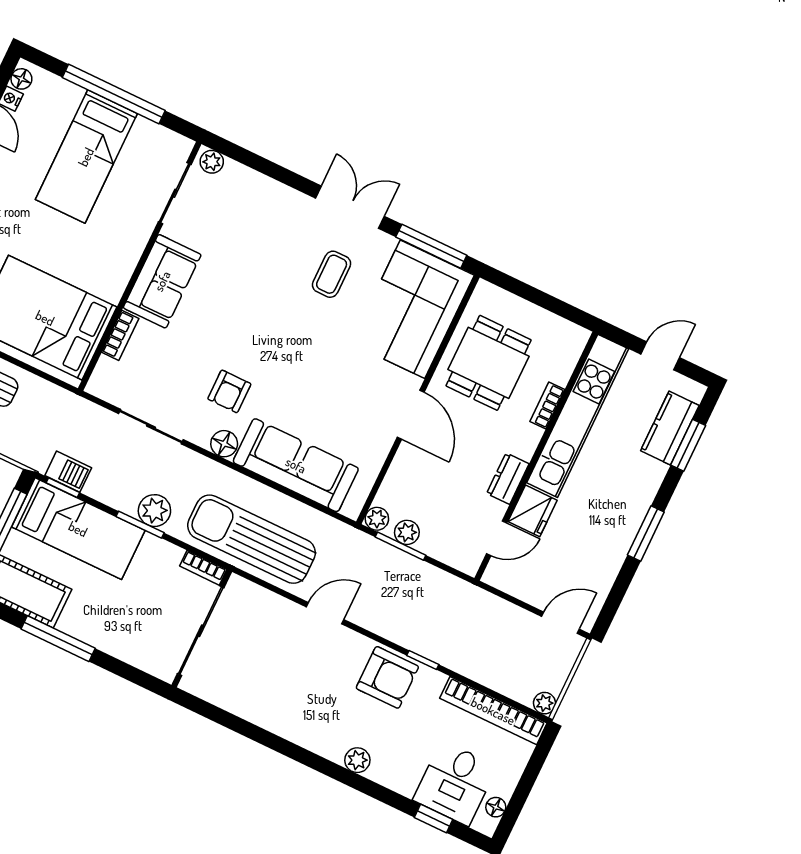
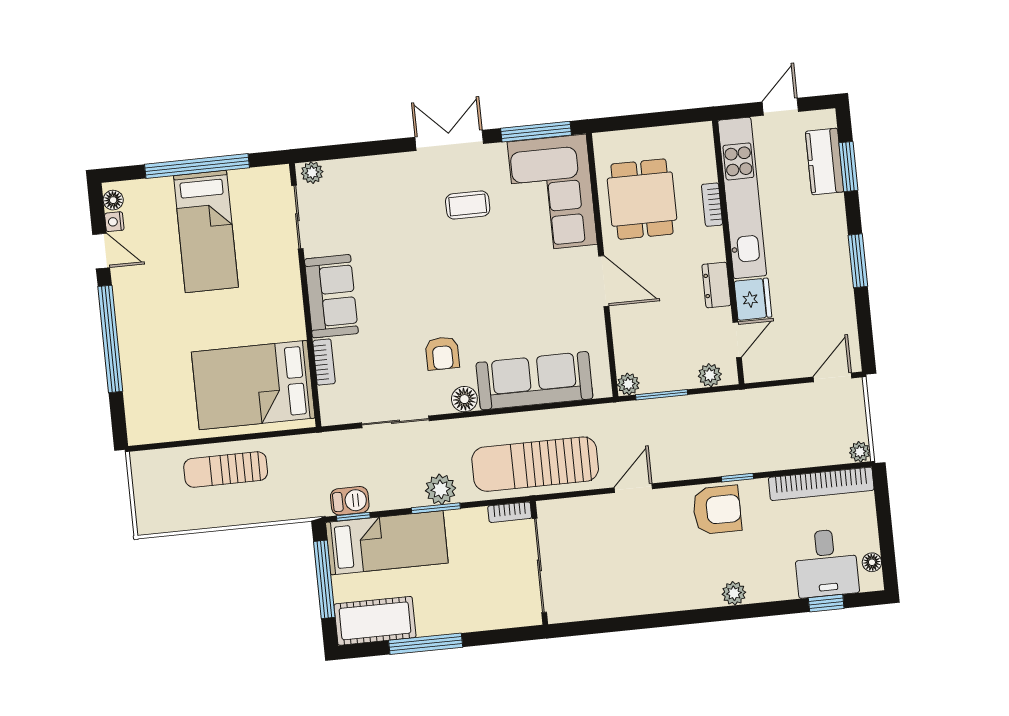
coffee table: (332, 274) -> (468, 205), turned 90
plant: (407, 532) -> (710, 375), moved

